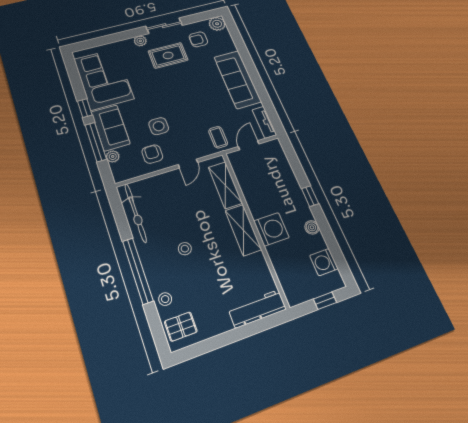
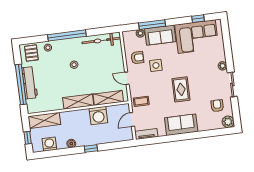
rug: (168, 55) -> (181, 89), moved
sofa: (238, 79) -> (181, 125), width x0.73
window: (85, 108) -> (198, 19), moved
door: (249, 145) -> (132, 120), swing flipped
washing machine: (271, 229) -> (98, 116), moved
shelving: (289, 279) -> (44, 120), added
workbench: (257, 309) -> (30, 83), moved
window: (240, 333) -> (21, 84), added

